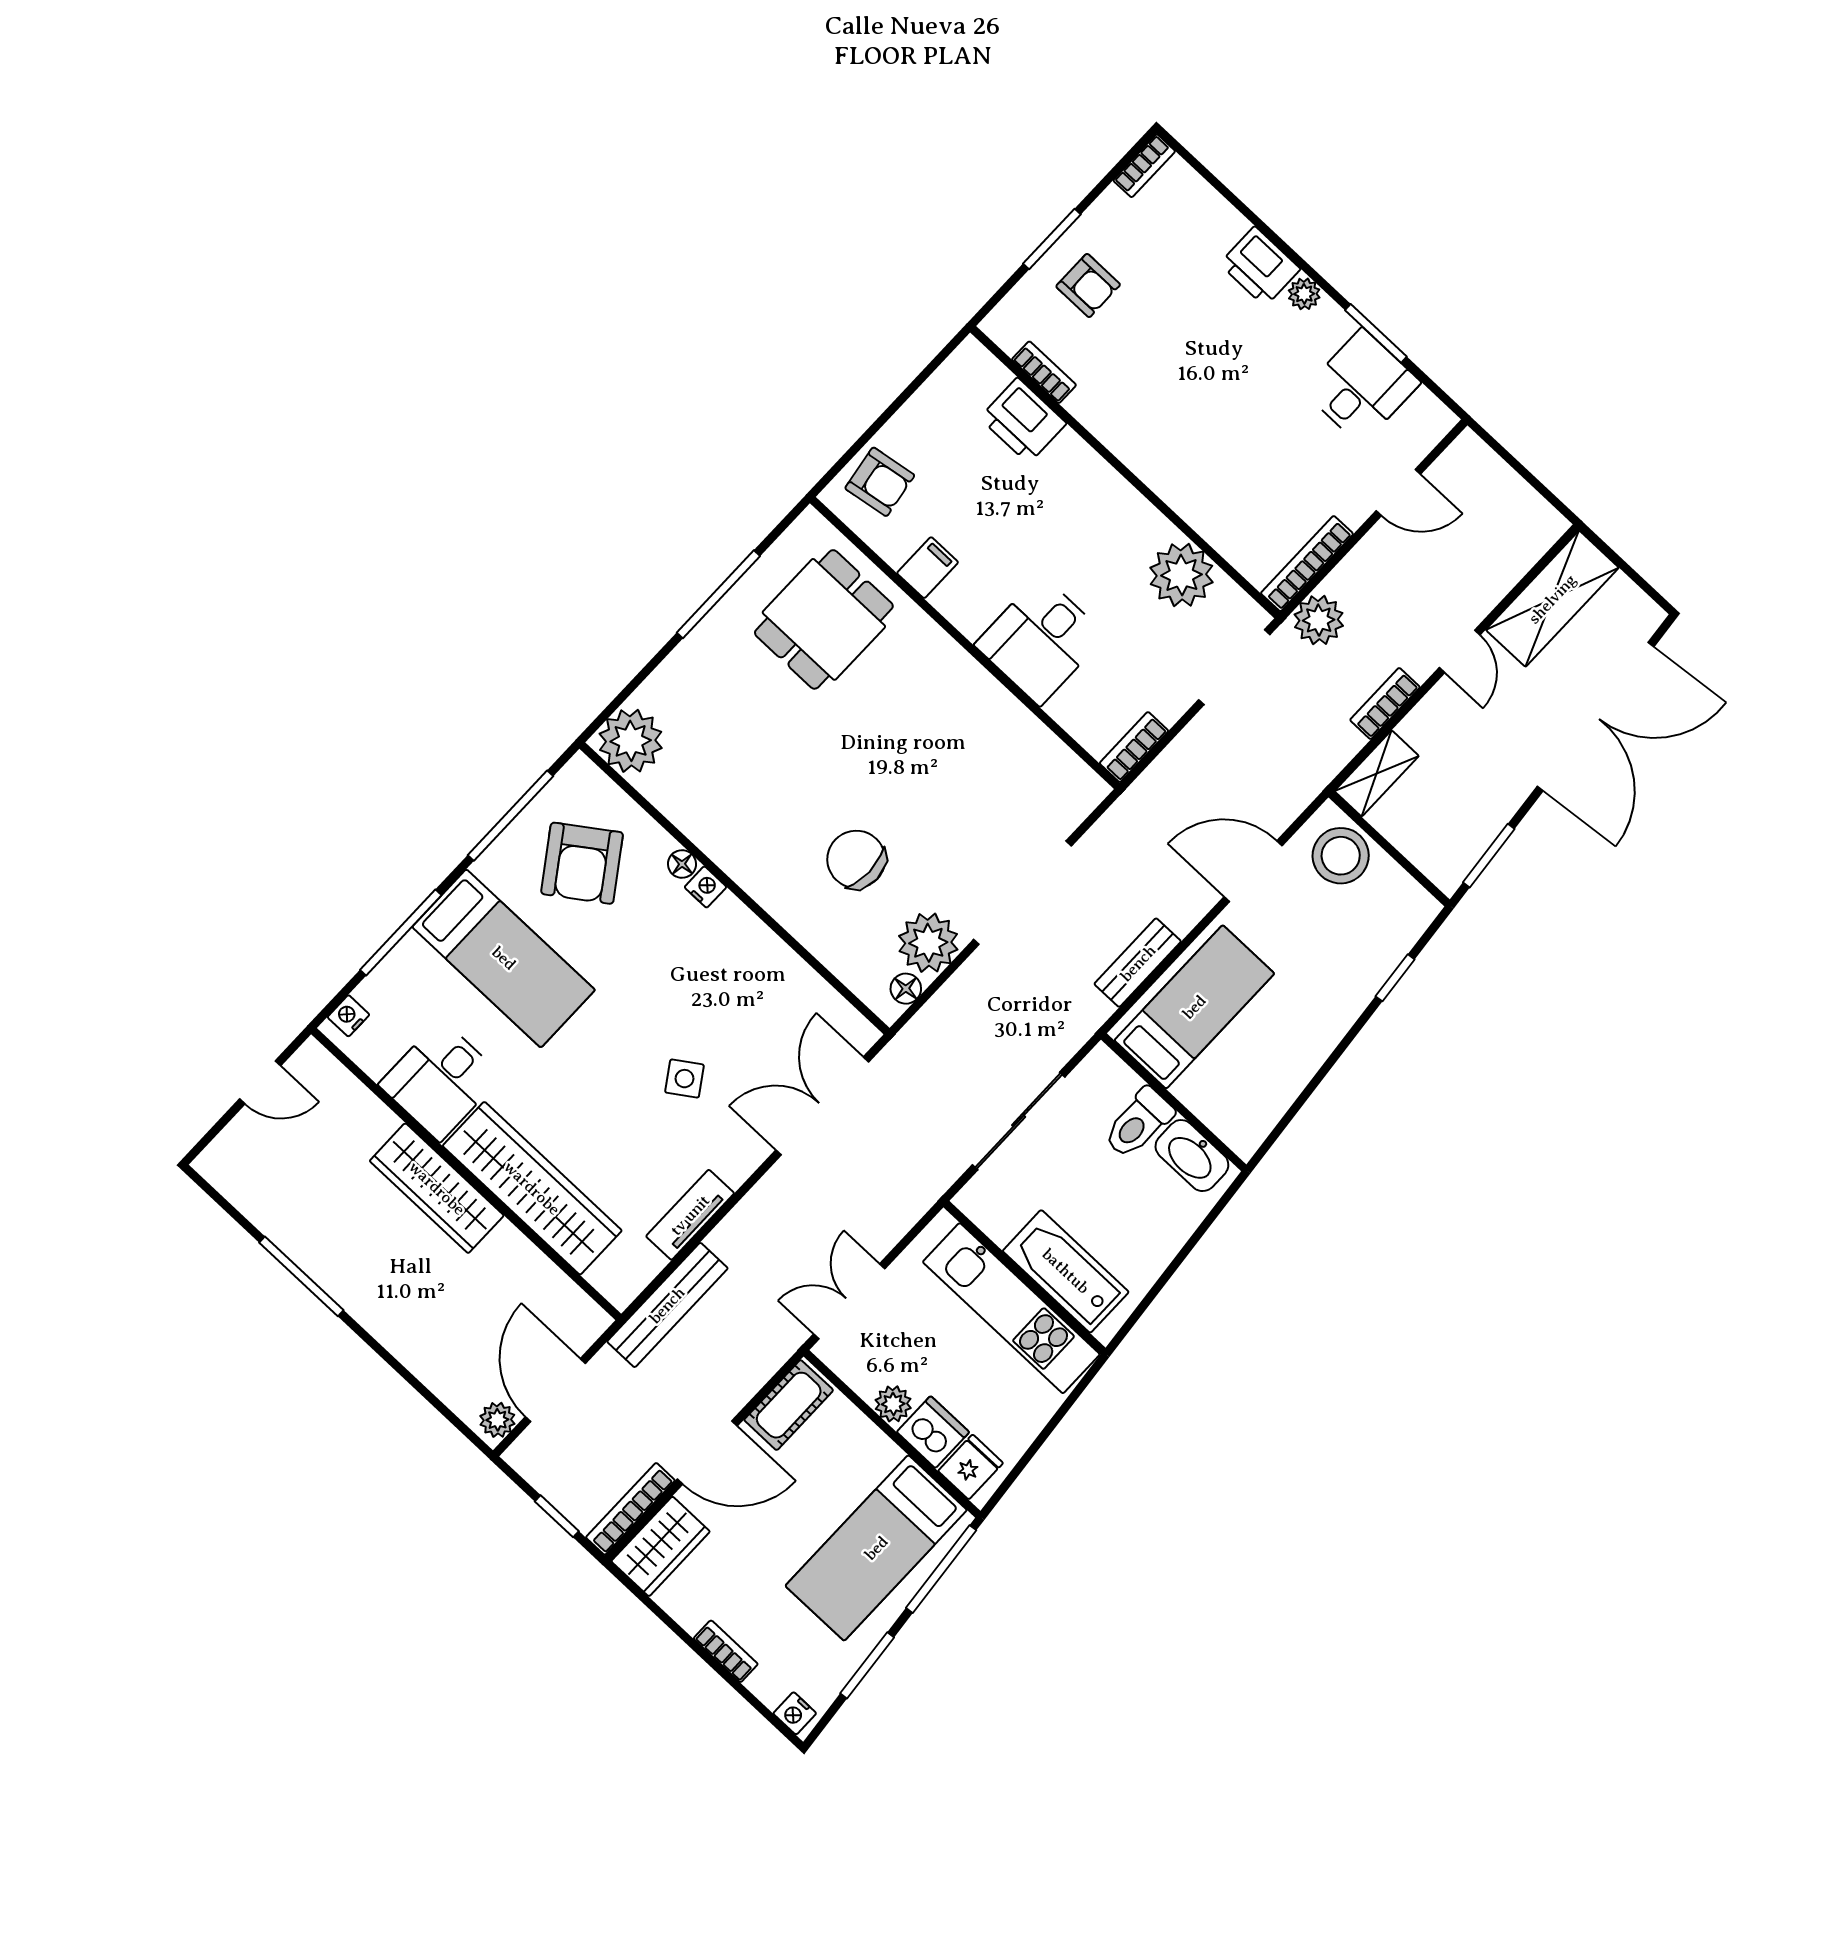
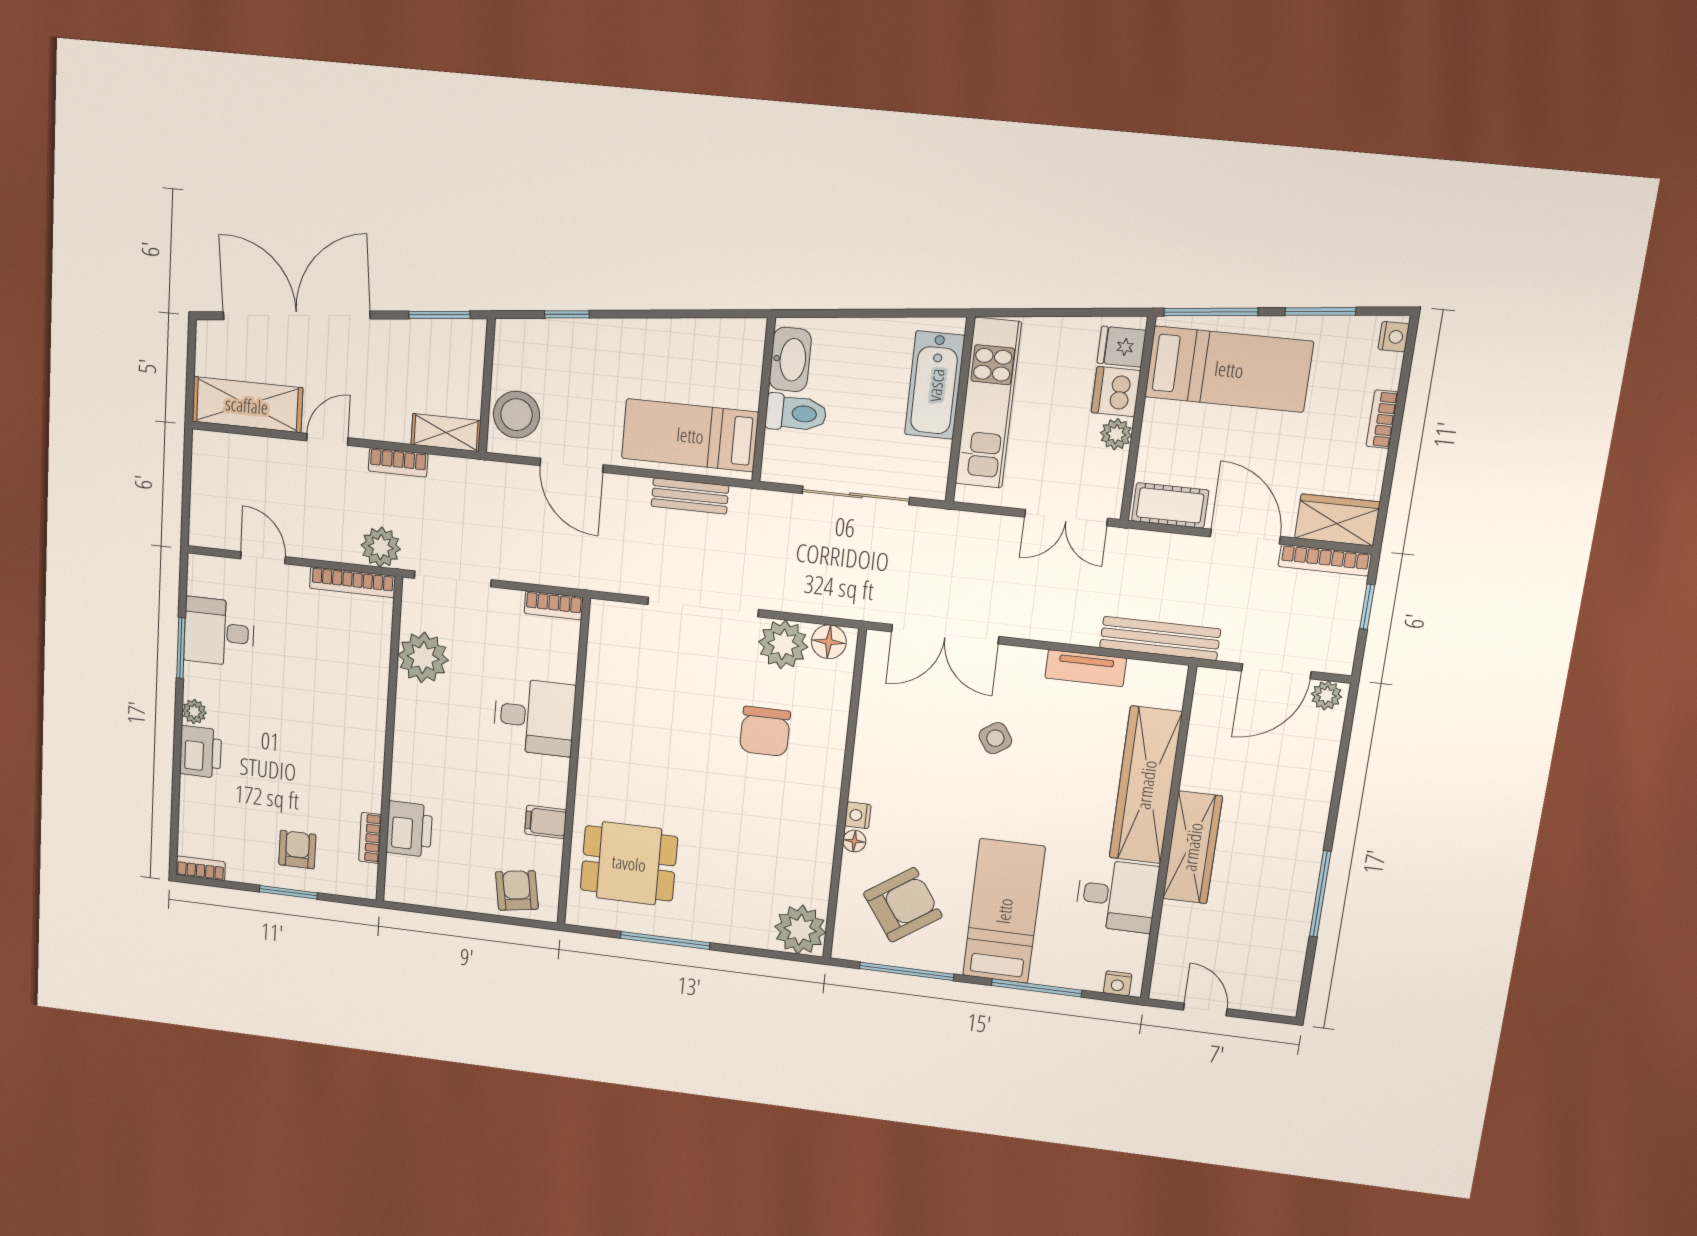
floor lamp: (906, 989) -> (829, 642), width x1.37, depth x1.37

